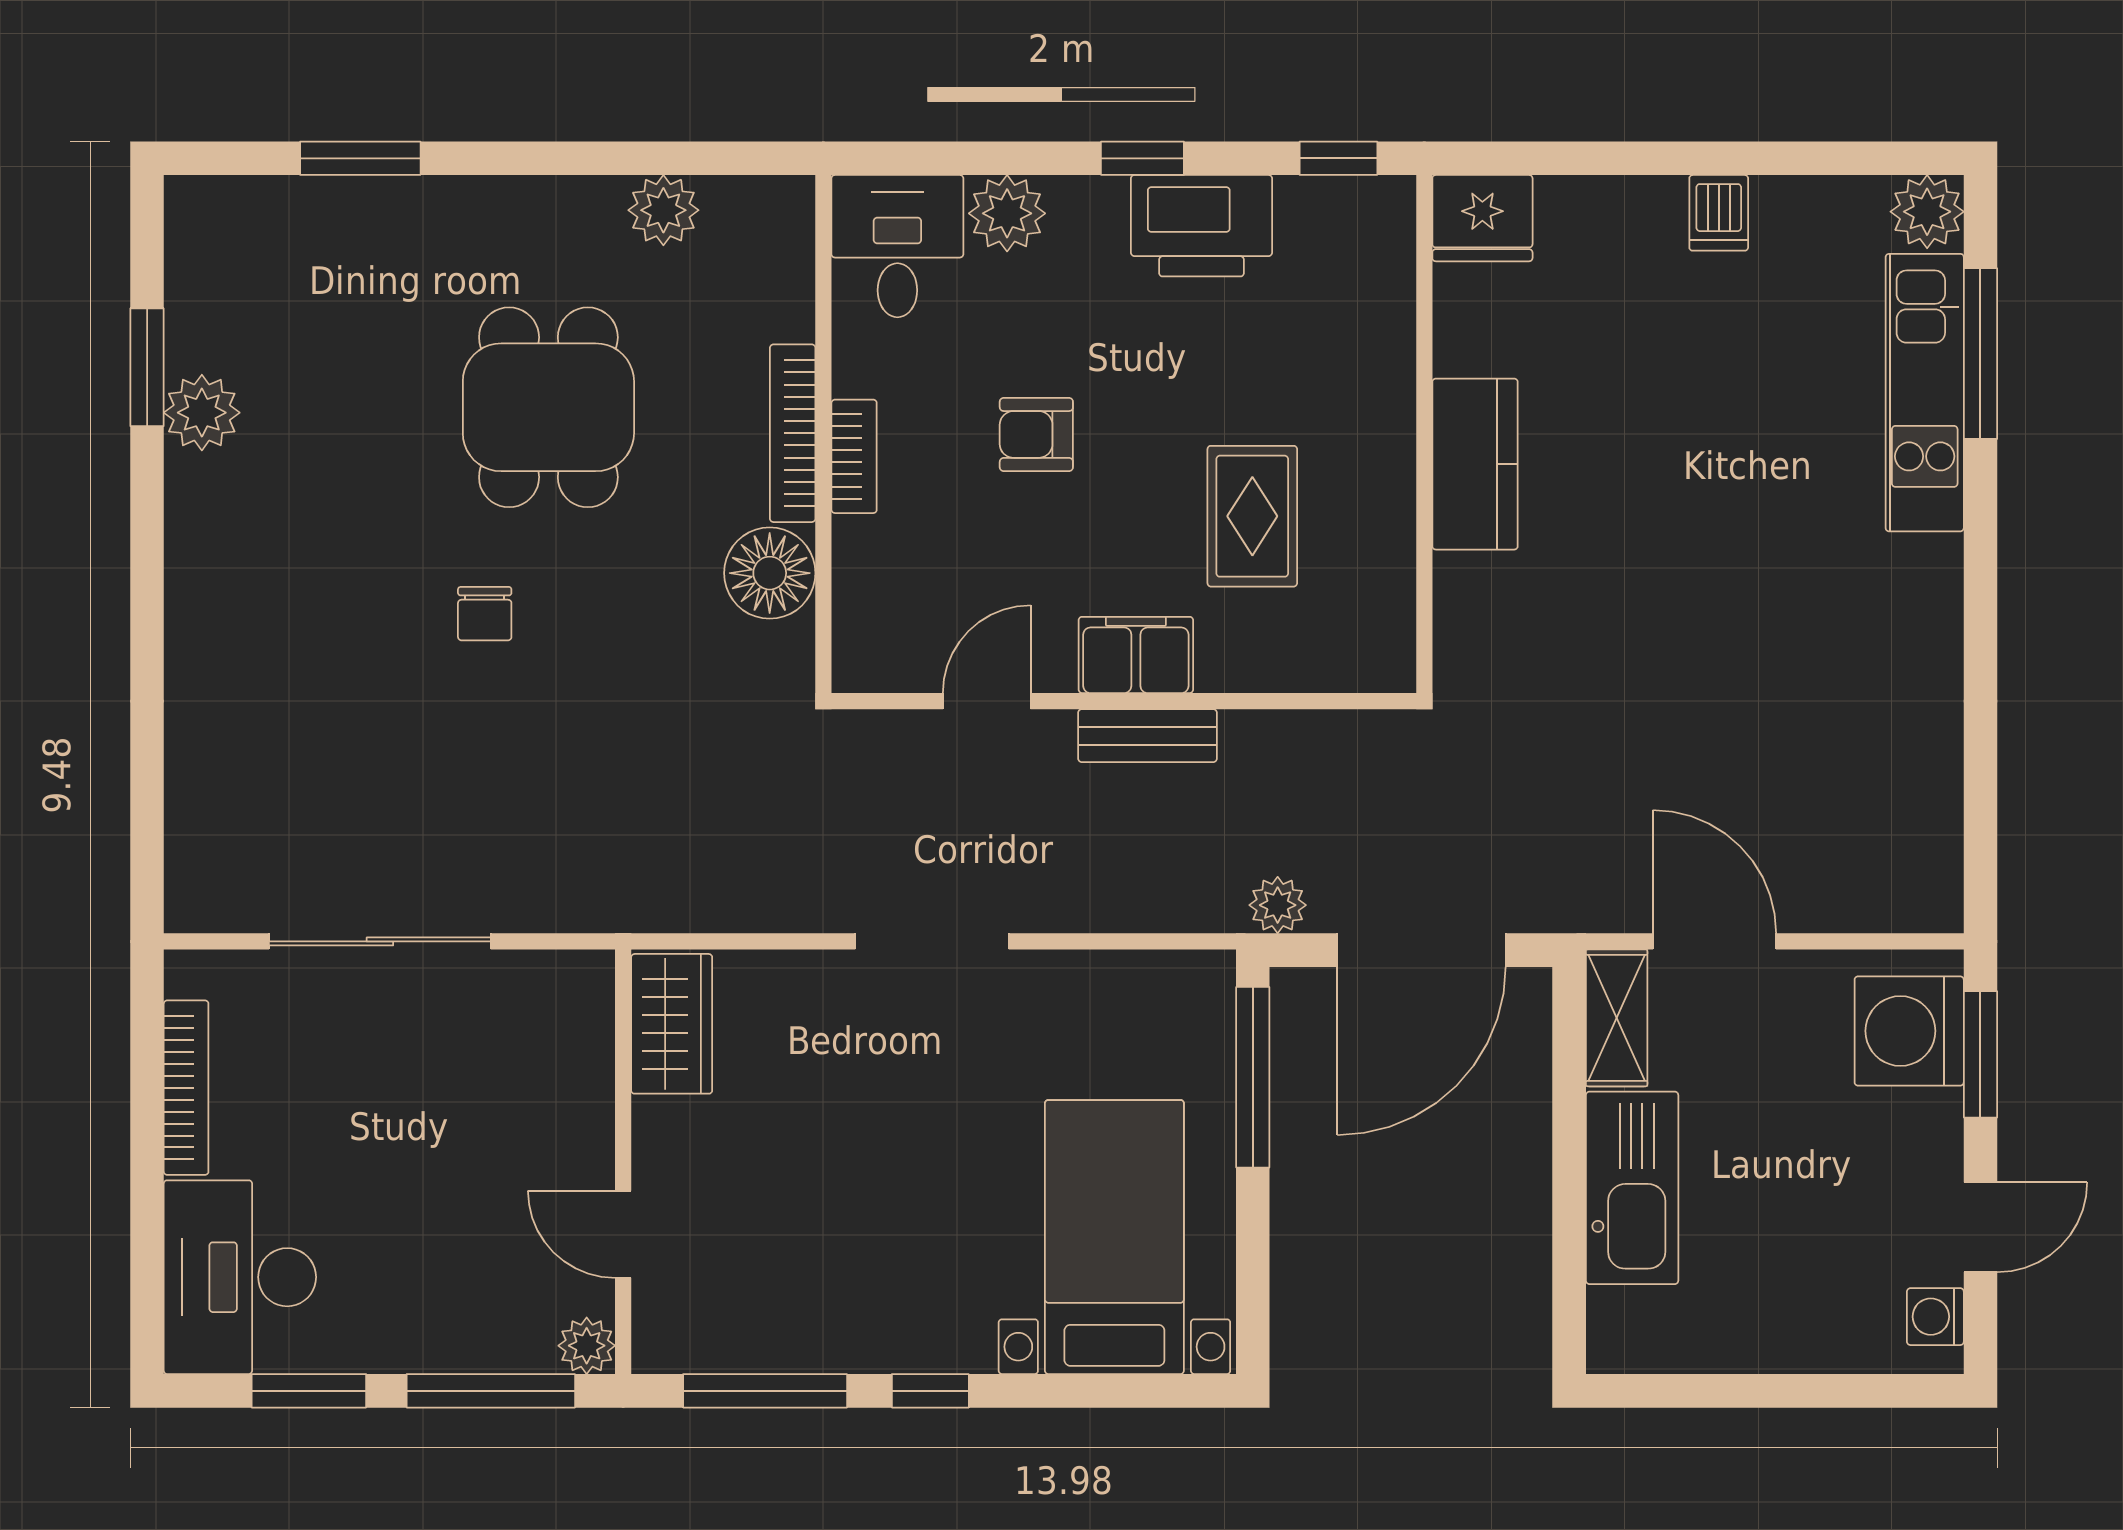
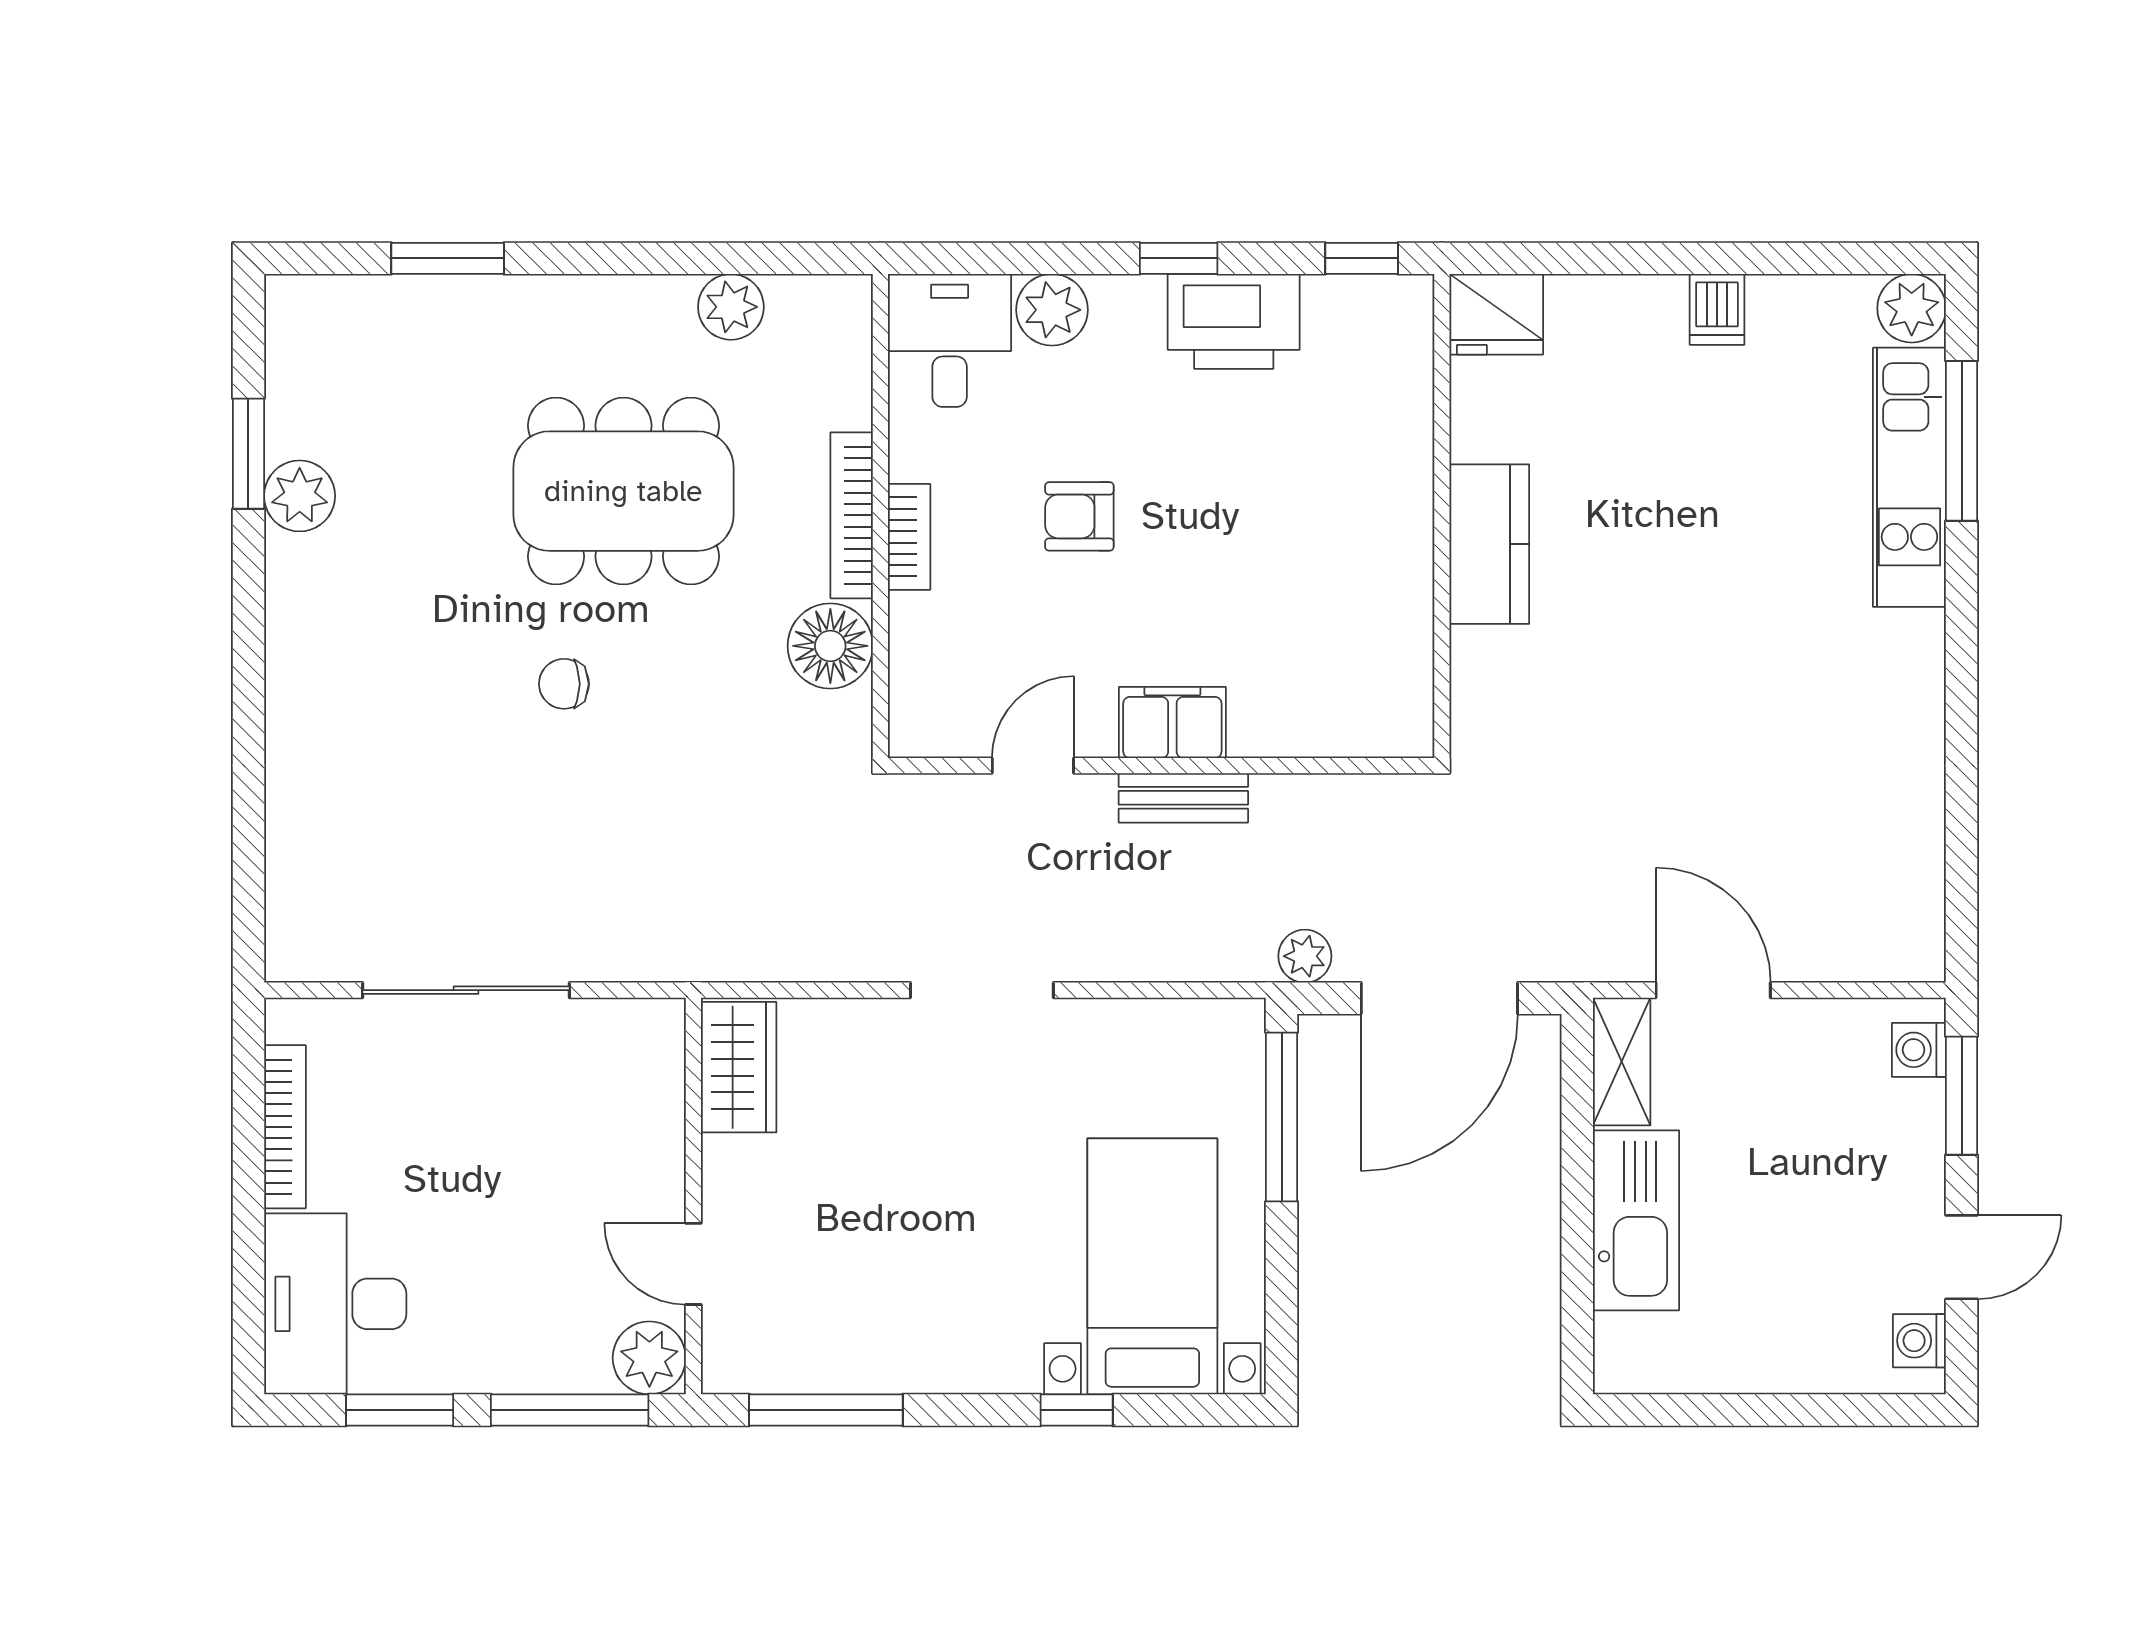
dining table: (548, 407) -> (623, 491), width x1.37
rug: (1252, 516) -> (1281, 593), removed
chair: (485, 614) -> (564, 684), turned 90
washing machine: (1909, 1031) -> (1919, 1050), width x0.53, depth x0.53
plant: (587, 1346) -> (649, 1358), width x1.38, depth x1.38
window: (930, 1391) -> (1077, 1410), moved

